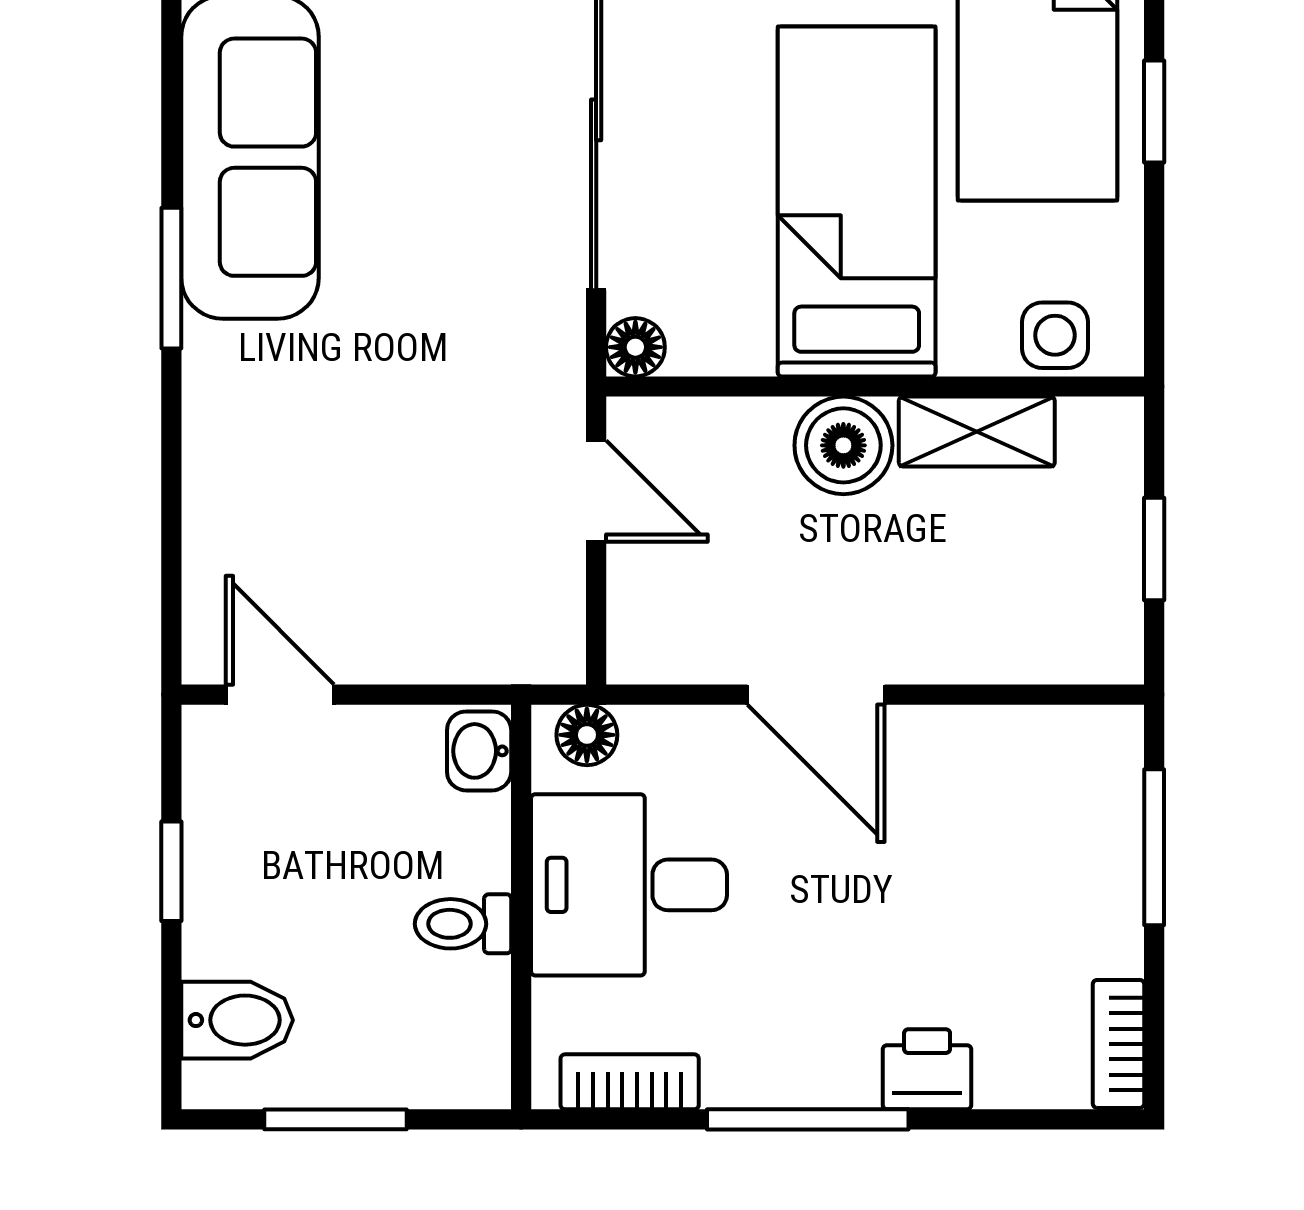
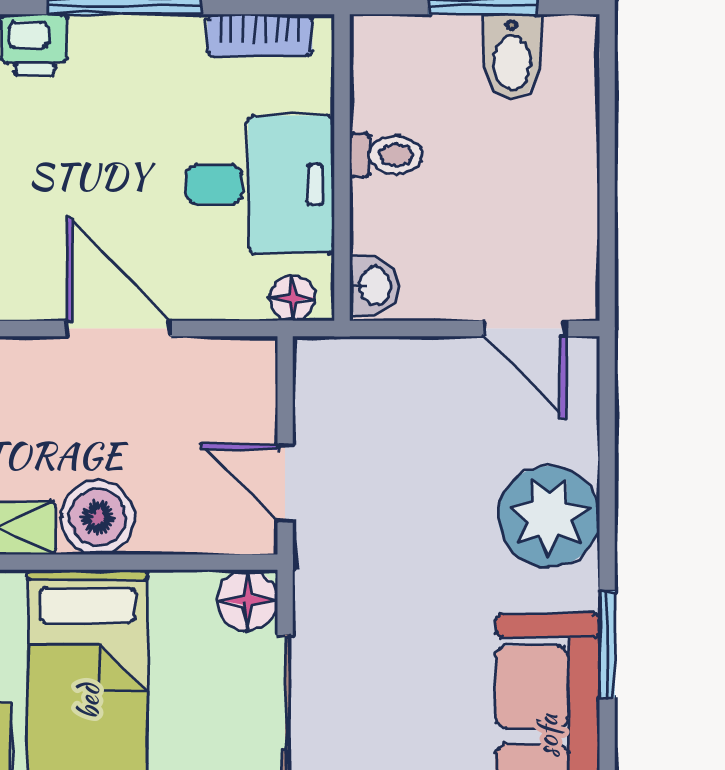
floor lamp: (635, 347) -> (247, 600), width x1.37, depth x1.37
plant: (248, 447) -> (549, 516), added
window: (171, 871) -> (607, 195), removed
bidet: (237, 1020) -> (512, 56), moved, turned -90

